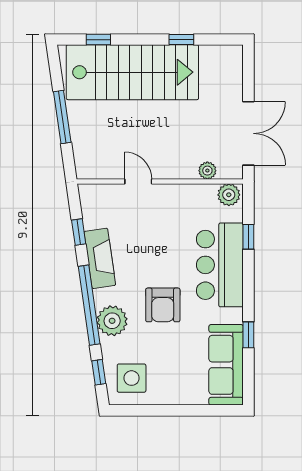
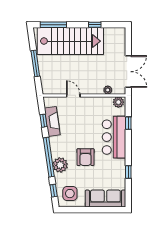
window: (98, 40) -> (53, 25), width x2.17
fireplace: (100, 258) -> (52, 121), moved
sofa: (226, 365) -> (105, 199), moved, turned 90

